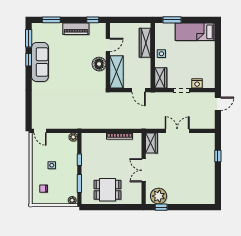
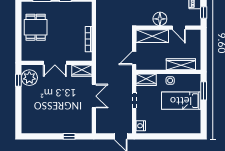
bed: (195, 32) -> (181, 101), moved, turned -90
nightstand: (197, 83) -> (141, 126), moved
double door: (144, 170) -> (55, 63), swing flipped

